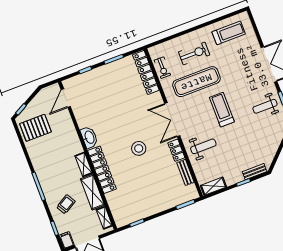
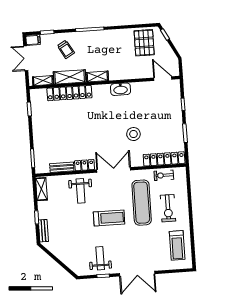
stool: (139, 148) -> (133, 134), moved
locker: (102, 170) -> (69, 93), moved

